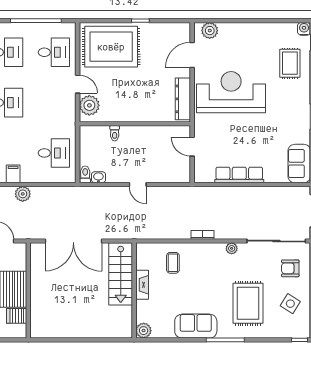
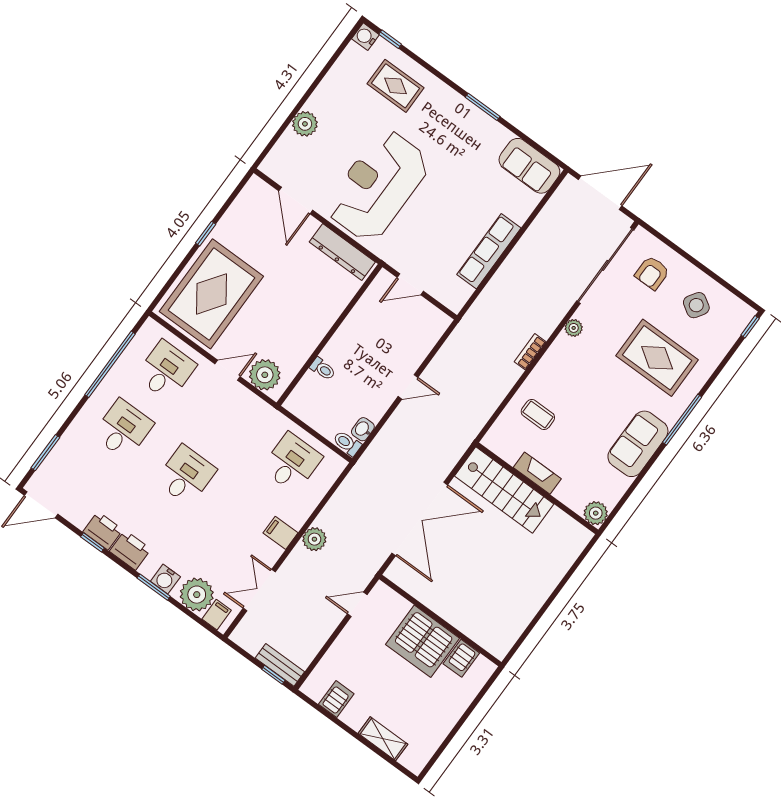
plant: (210, 31) -> (305, 124), moved

